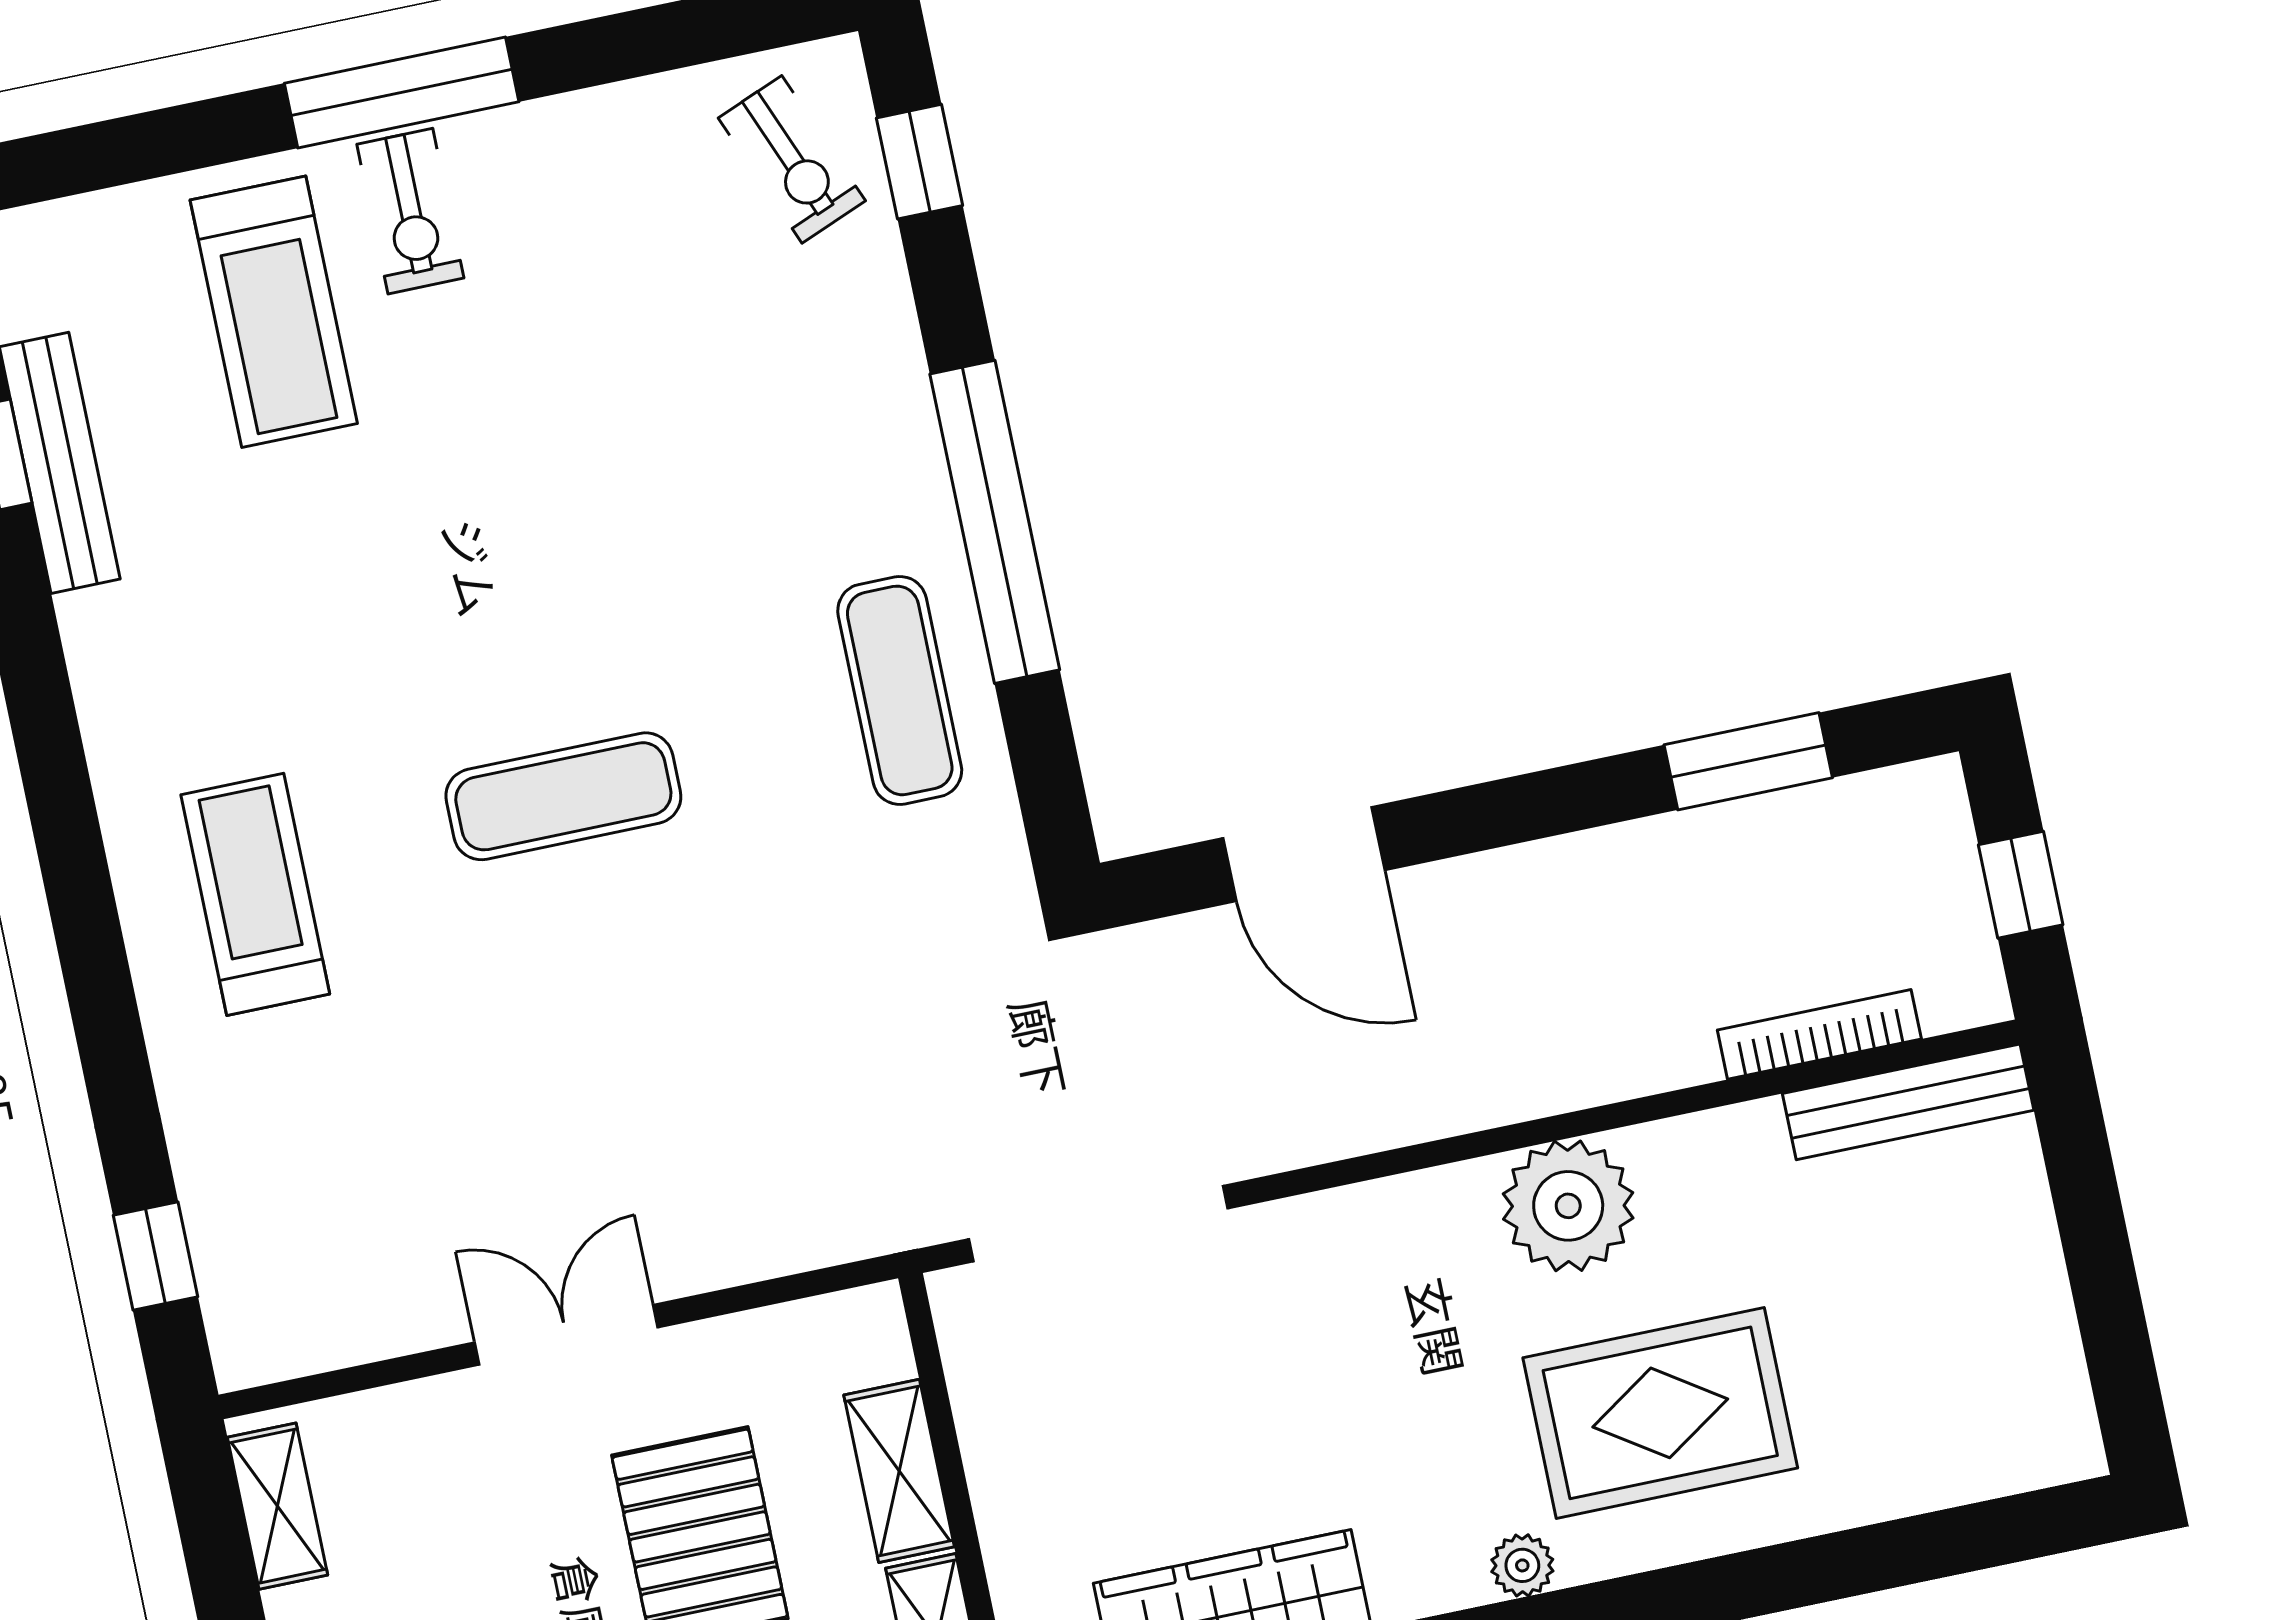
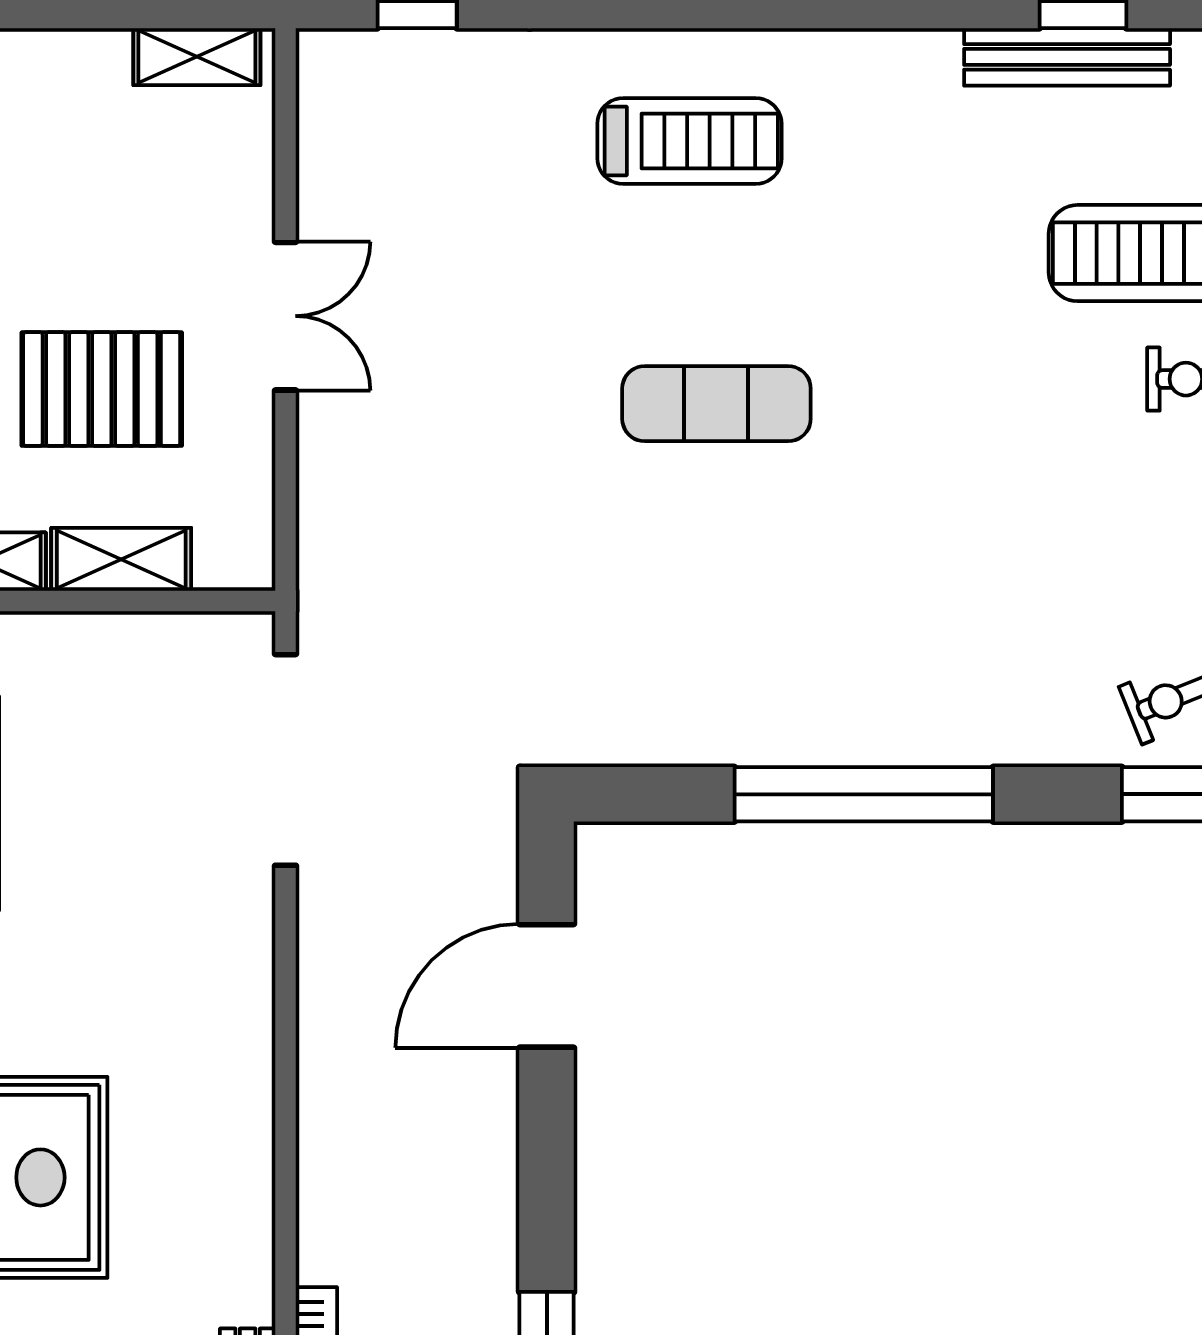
exercise mat: (900, 690) -> (745, 690), removed
exercise mat: (563, 796) -> (716, 404), turned 90
plant: (1568, 1206) -> (221, 1138), removed

